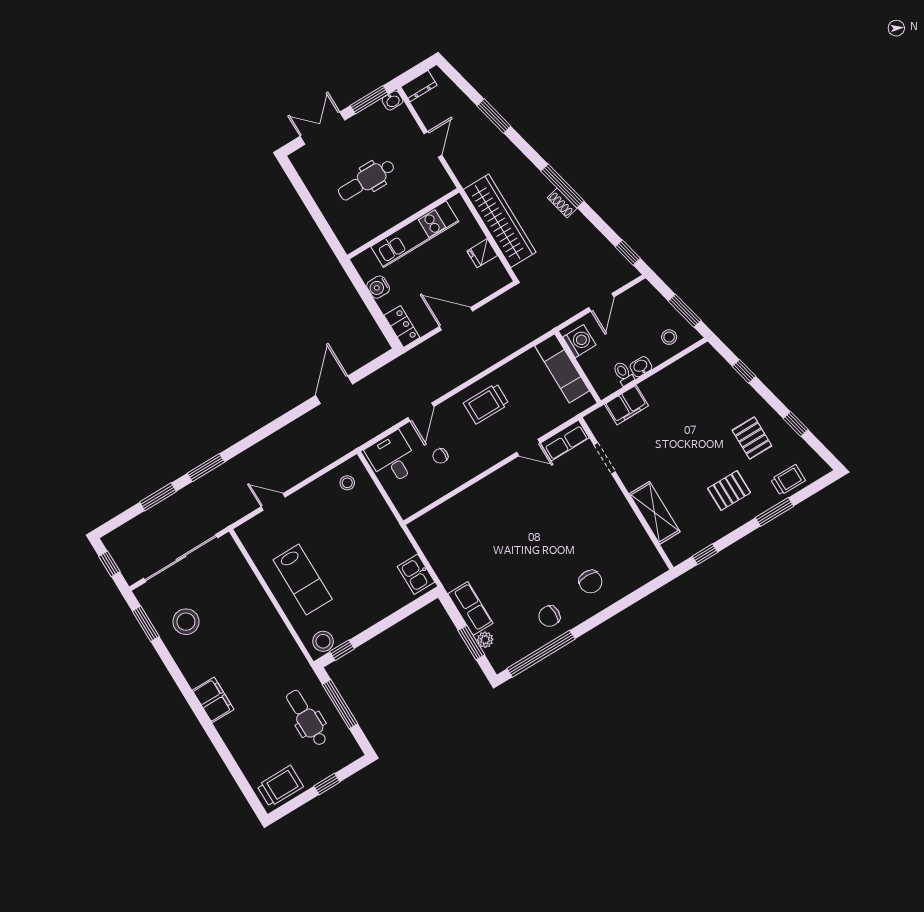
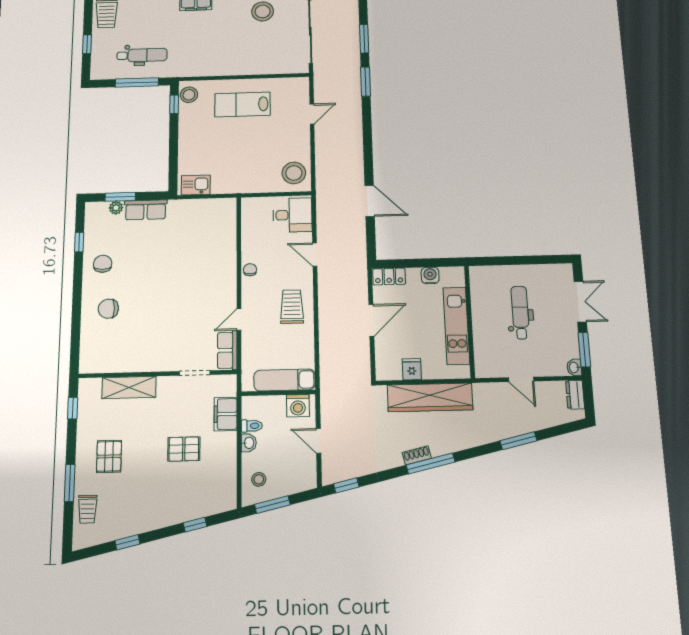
pallet: (752, 438) -> (184, 449), moved
chair: (440, 456) -> (250, 270), moved
stool: (347, 483) -> (294, 173), width x1.89, depth x1.89
window: (541, 654) -> (79, 242), width x0.32

